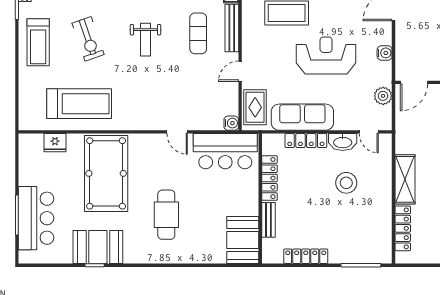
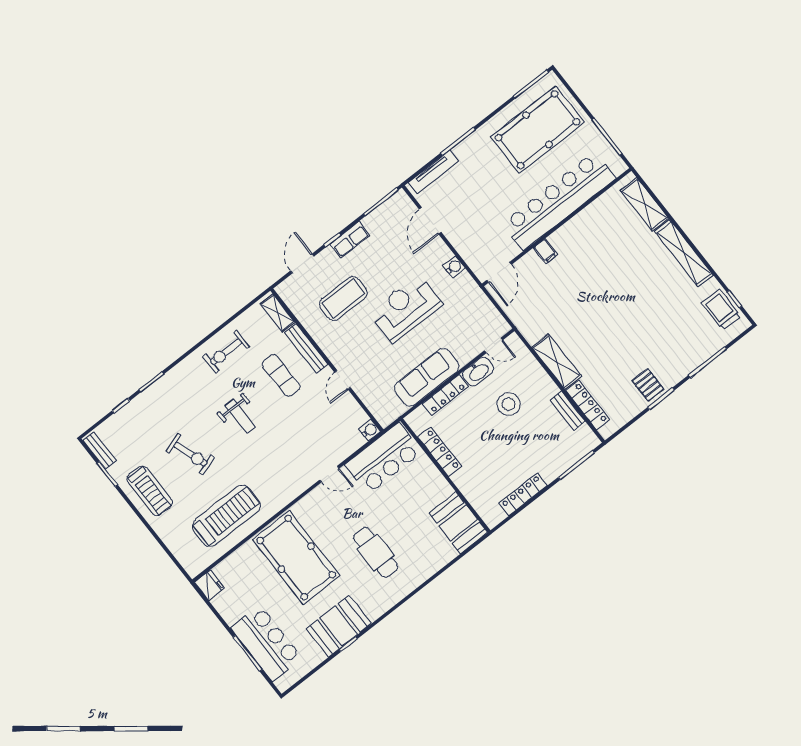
plant: (383, 96) -> (482, 305), removed
rug: (255, 107) -> (380, 401), removed
fridge: (55, 143) -> (209, 585), moved, turned -90
bench: (268, 220) -> (568, 411), moved

